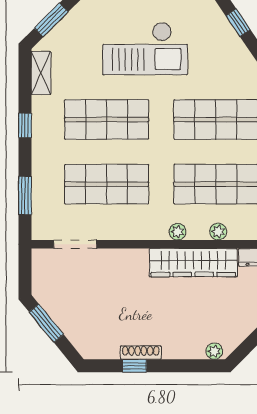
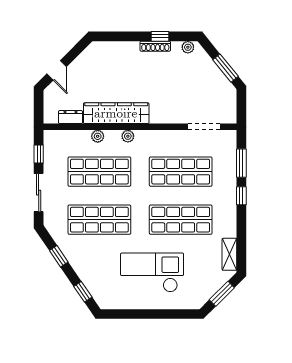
window: (25, 125) -> (241, 196), moved
plant: (214, 351) -> (188, 47), moved

